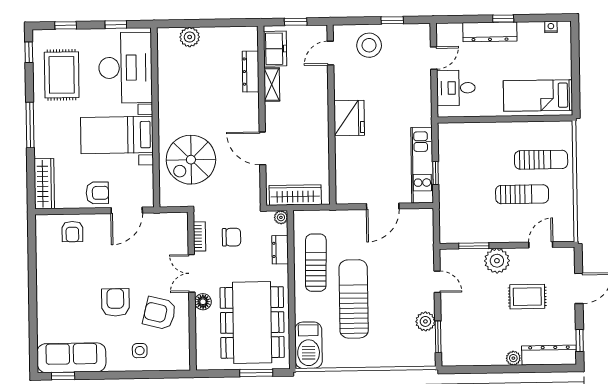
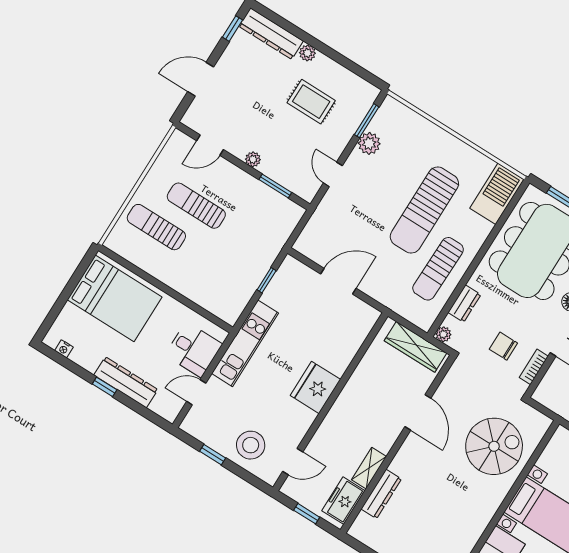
bed: (538, 96) -> (115, 298), width x1.50
kitchen unit: (422, 165) -> (245, 343), moved
plant: (497, 261) -> (253, 159), width x0.53, depth x0.53
rug: (527, 297) -> (311, 102), moved

